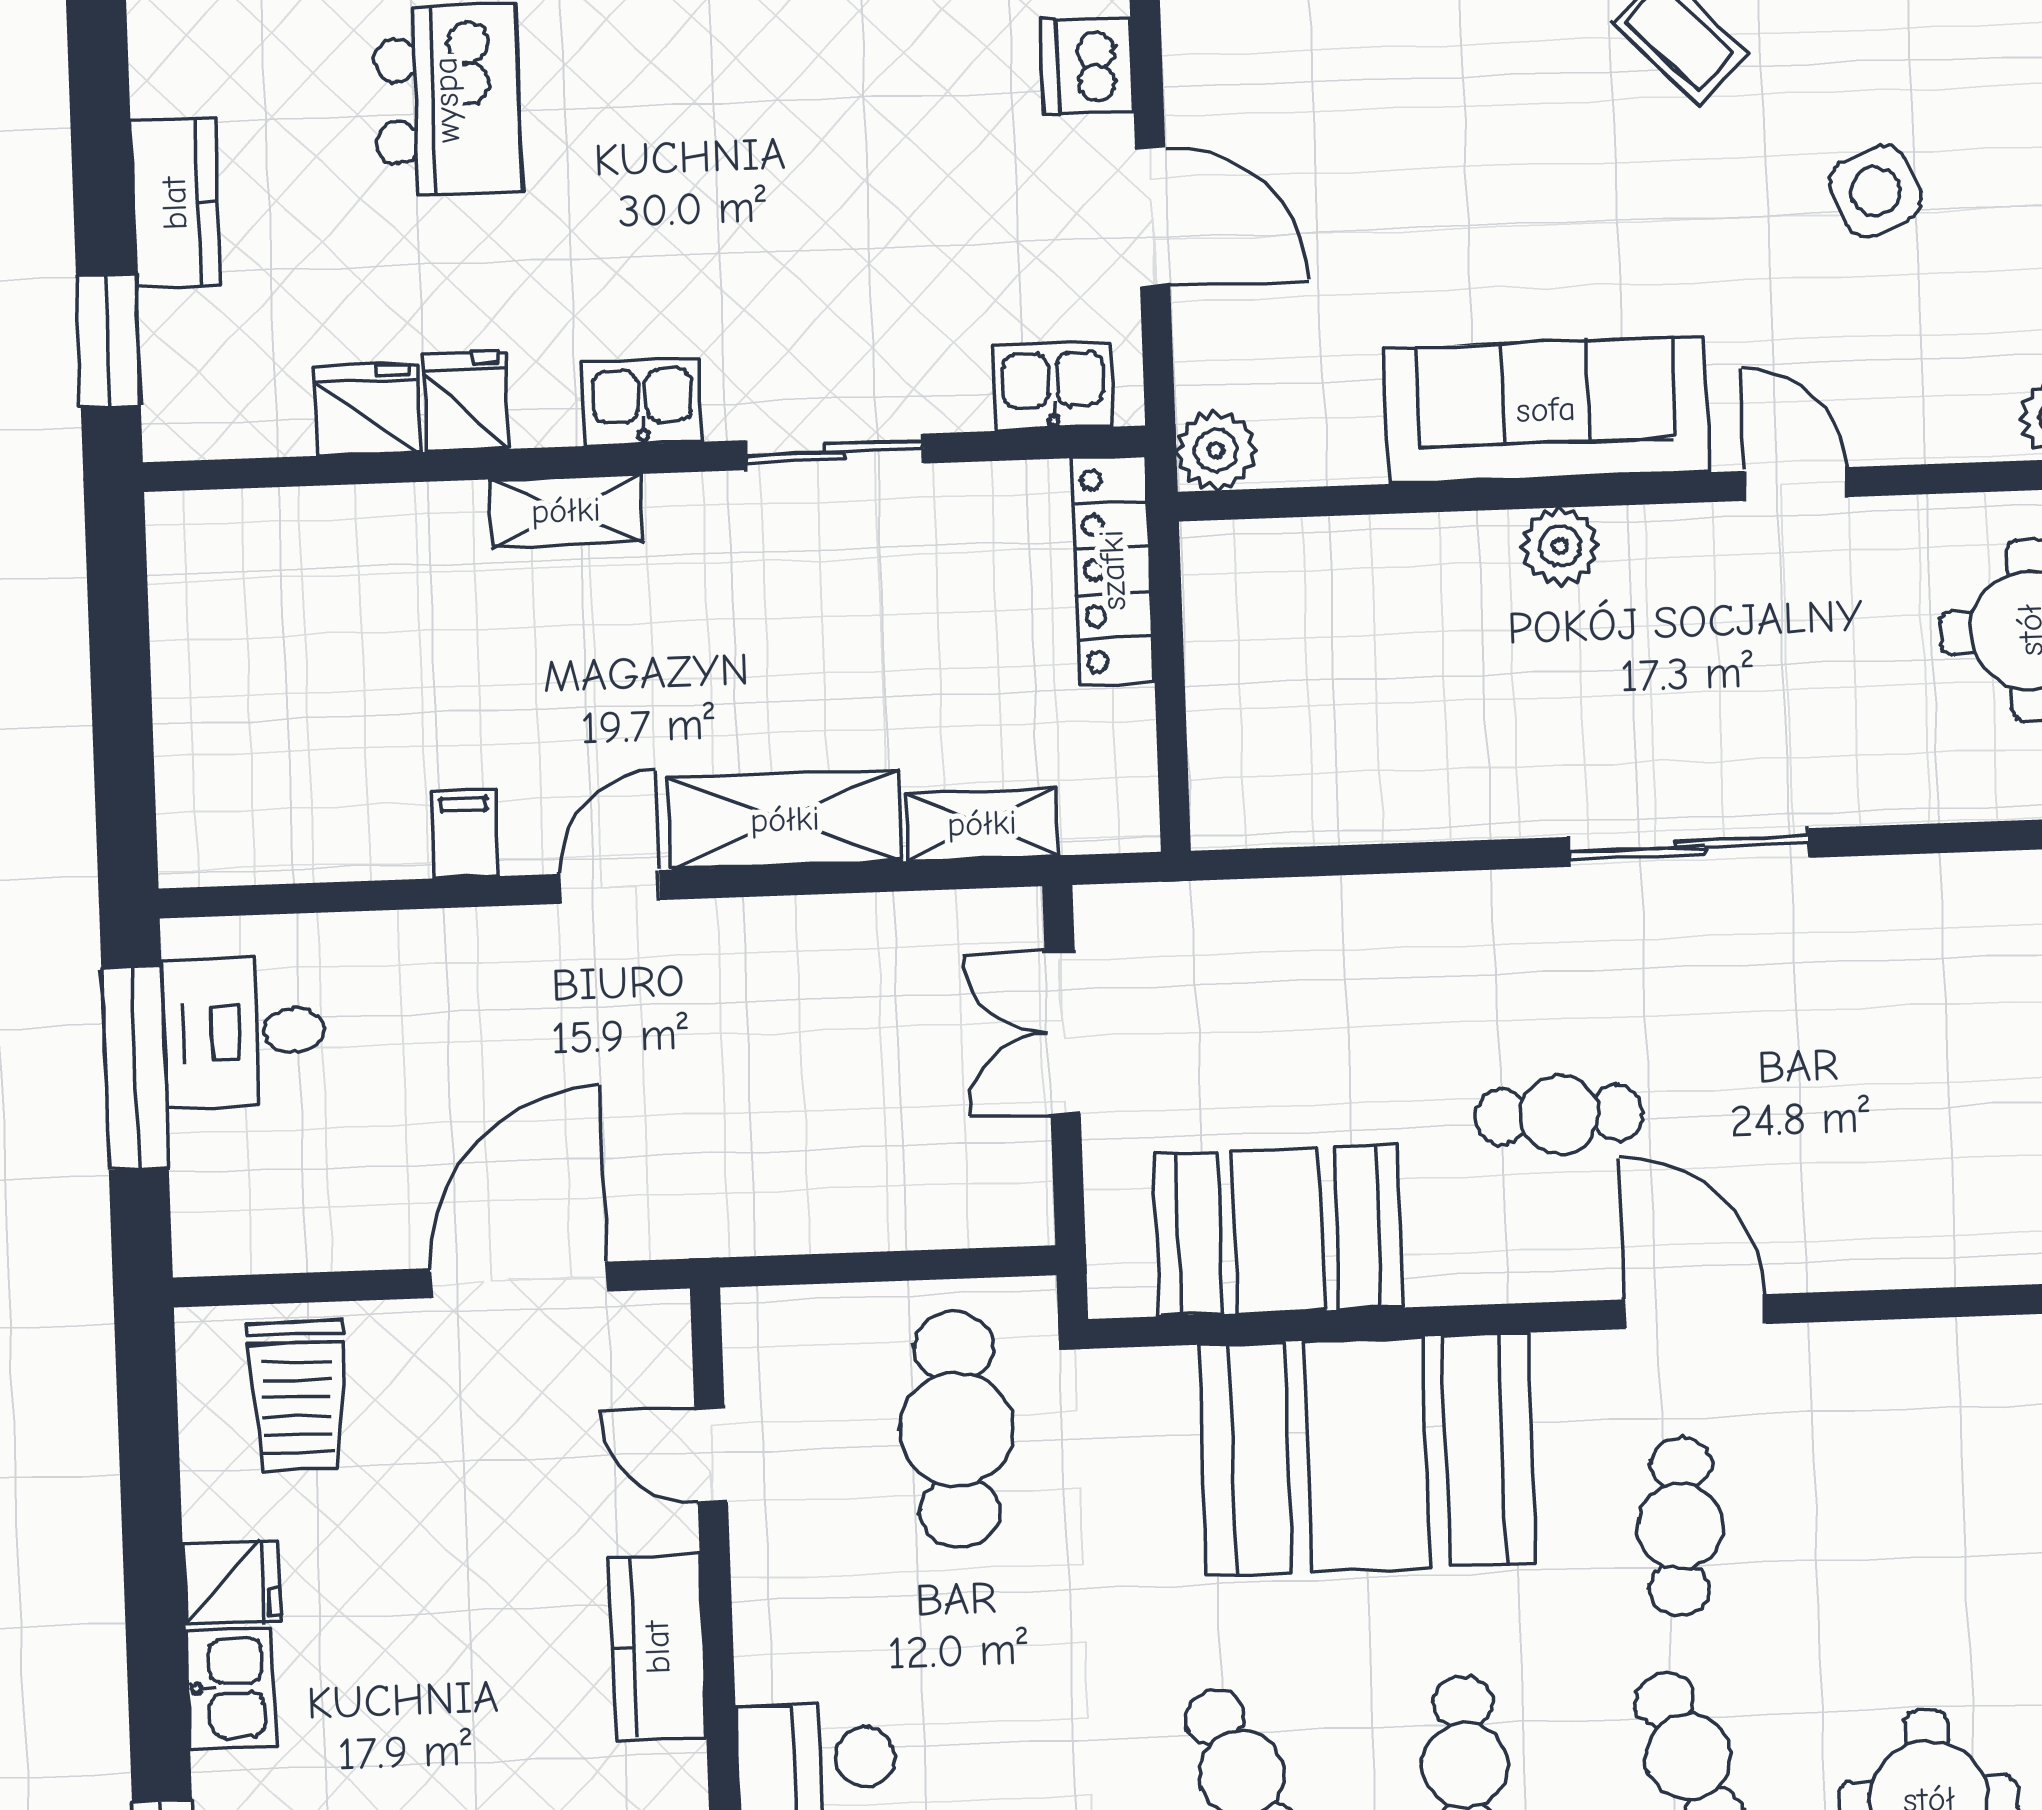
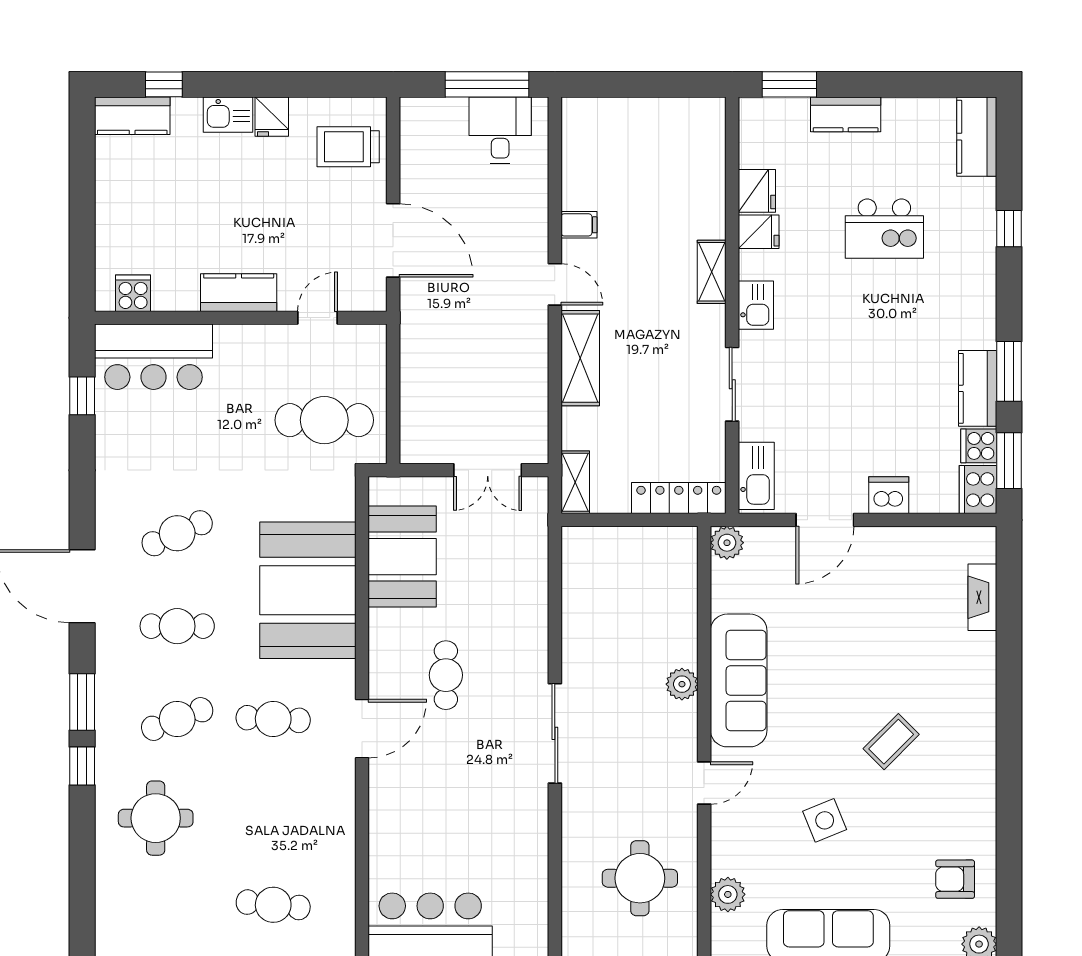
kitchen sink: (1053, 386) -> (756, 476), width x1.38
shelving: (982, 824) -> (575, 482), moved
double door: (1063, 1032) -> (488, 470), swing flipped

